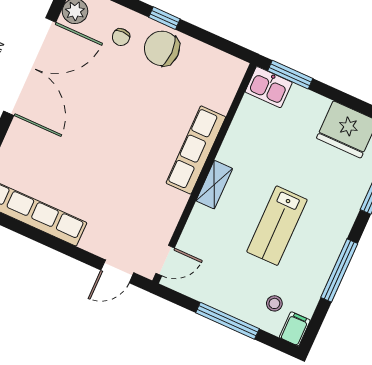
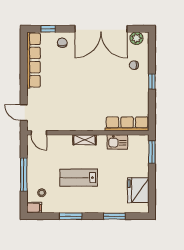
chair: (162, 48) -> (62, 43), moved, width x0.54, depth x0.54
kitchen sink: (269, 87) -> (117, 142), moved, turned -90
row of seats: (196, 150) -> (127, 124), moved
window: (339, 271) -> (71, 216), width x0.69

